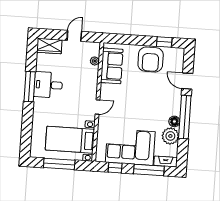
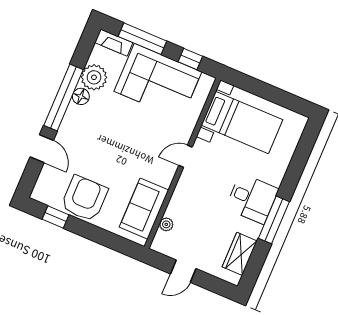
wardrobe: (49, 46) -> (240, 254), moved, turned -90
desk: (48, 85) -> (252, 199), moved
window: (59, 164) -> (270, 93), removed

